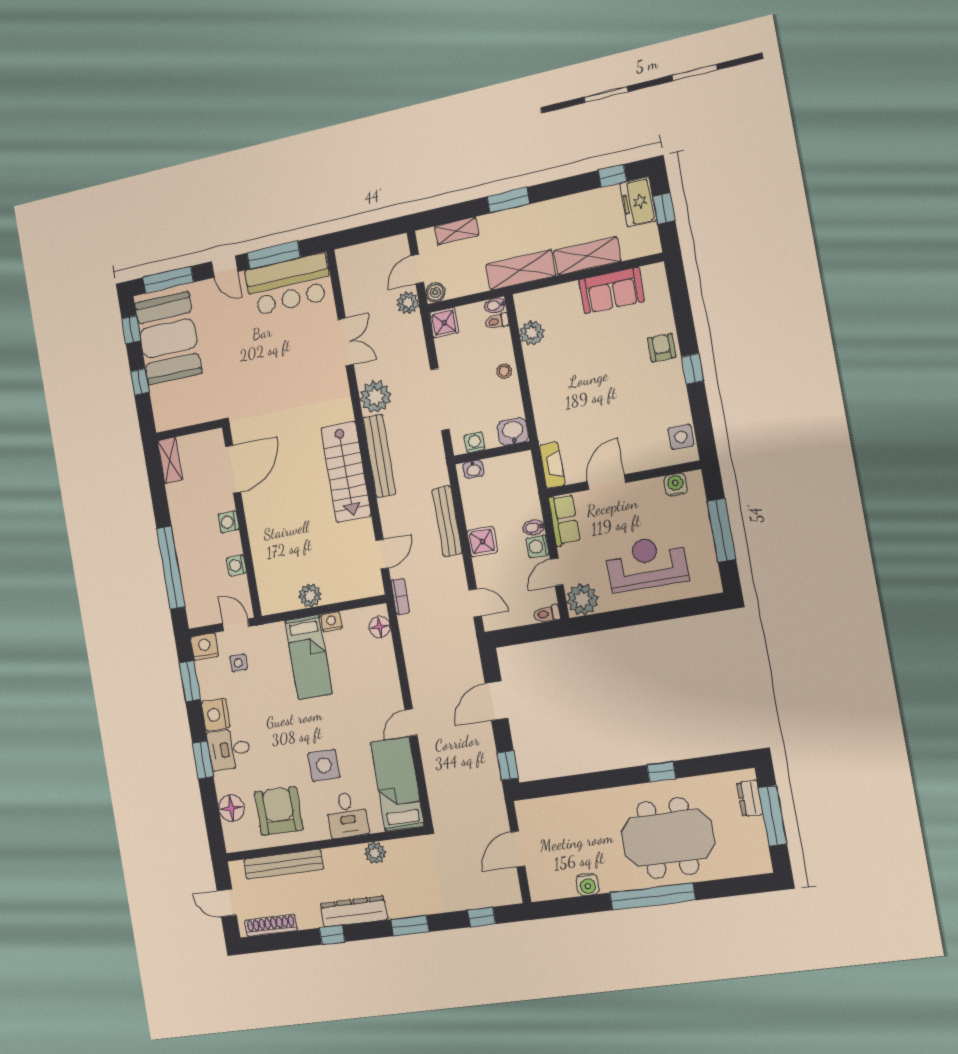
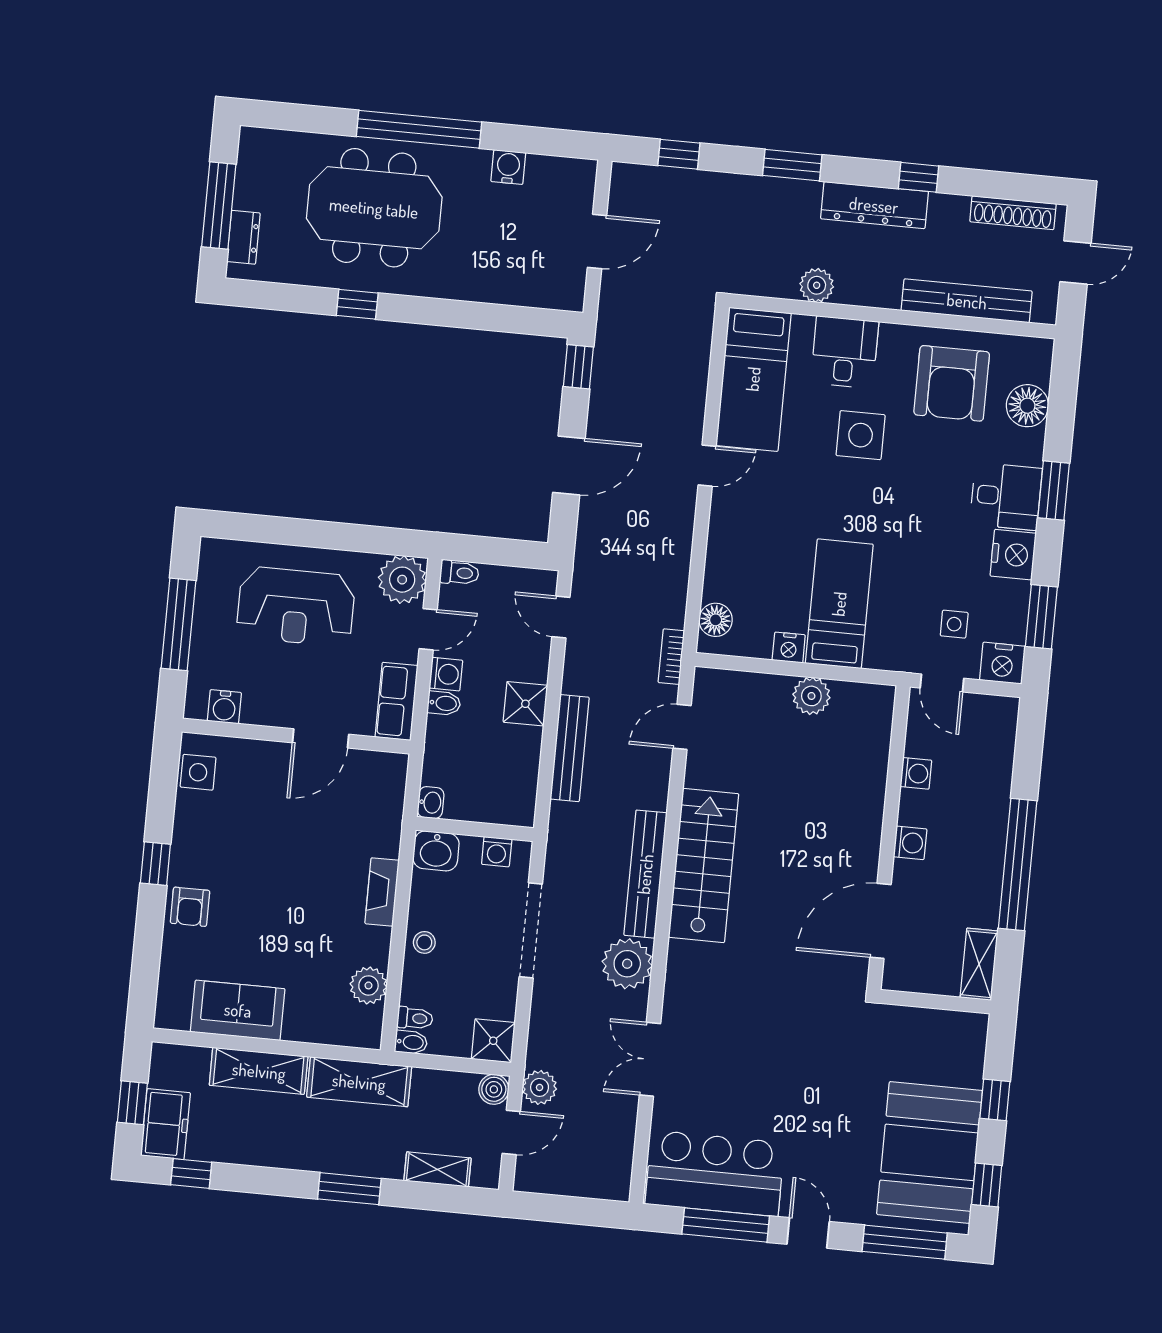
fireplace: (552, 465) -> (382, 892), moved
washbasin: (473, 469) -> (431, 803), moved, turned 90
window: (171, 568) -> (1018, 864), moved
door: (227, 903) -> (1076, 263), hinge flipped

